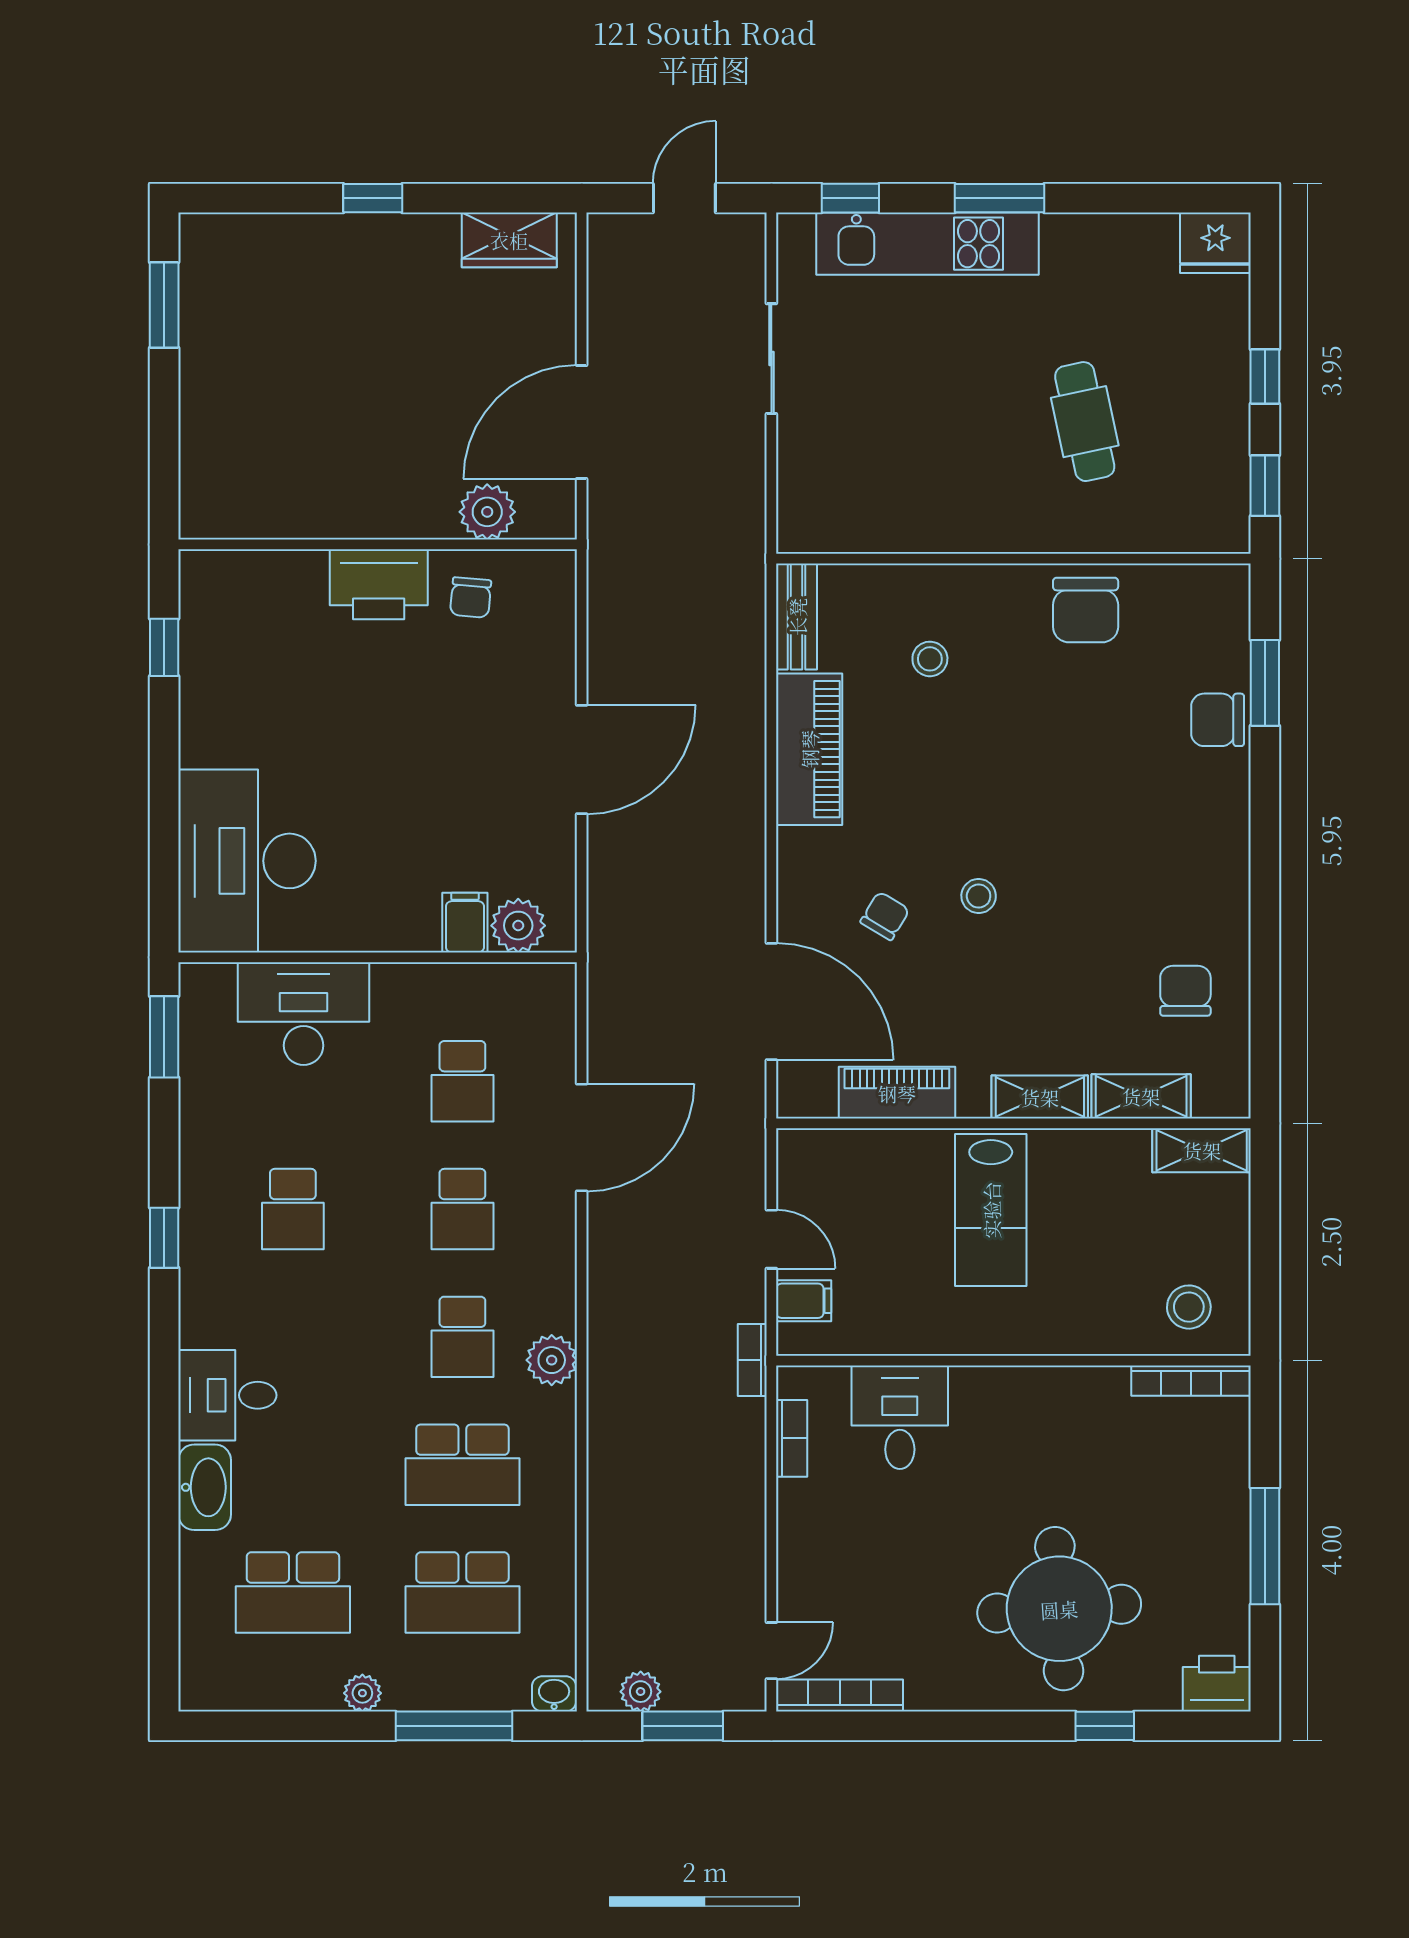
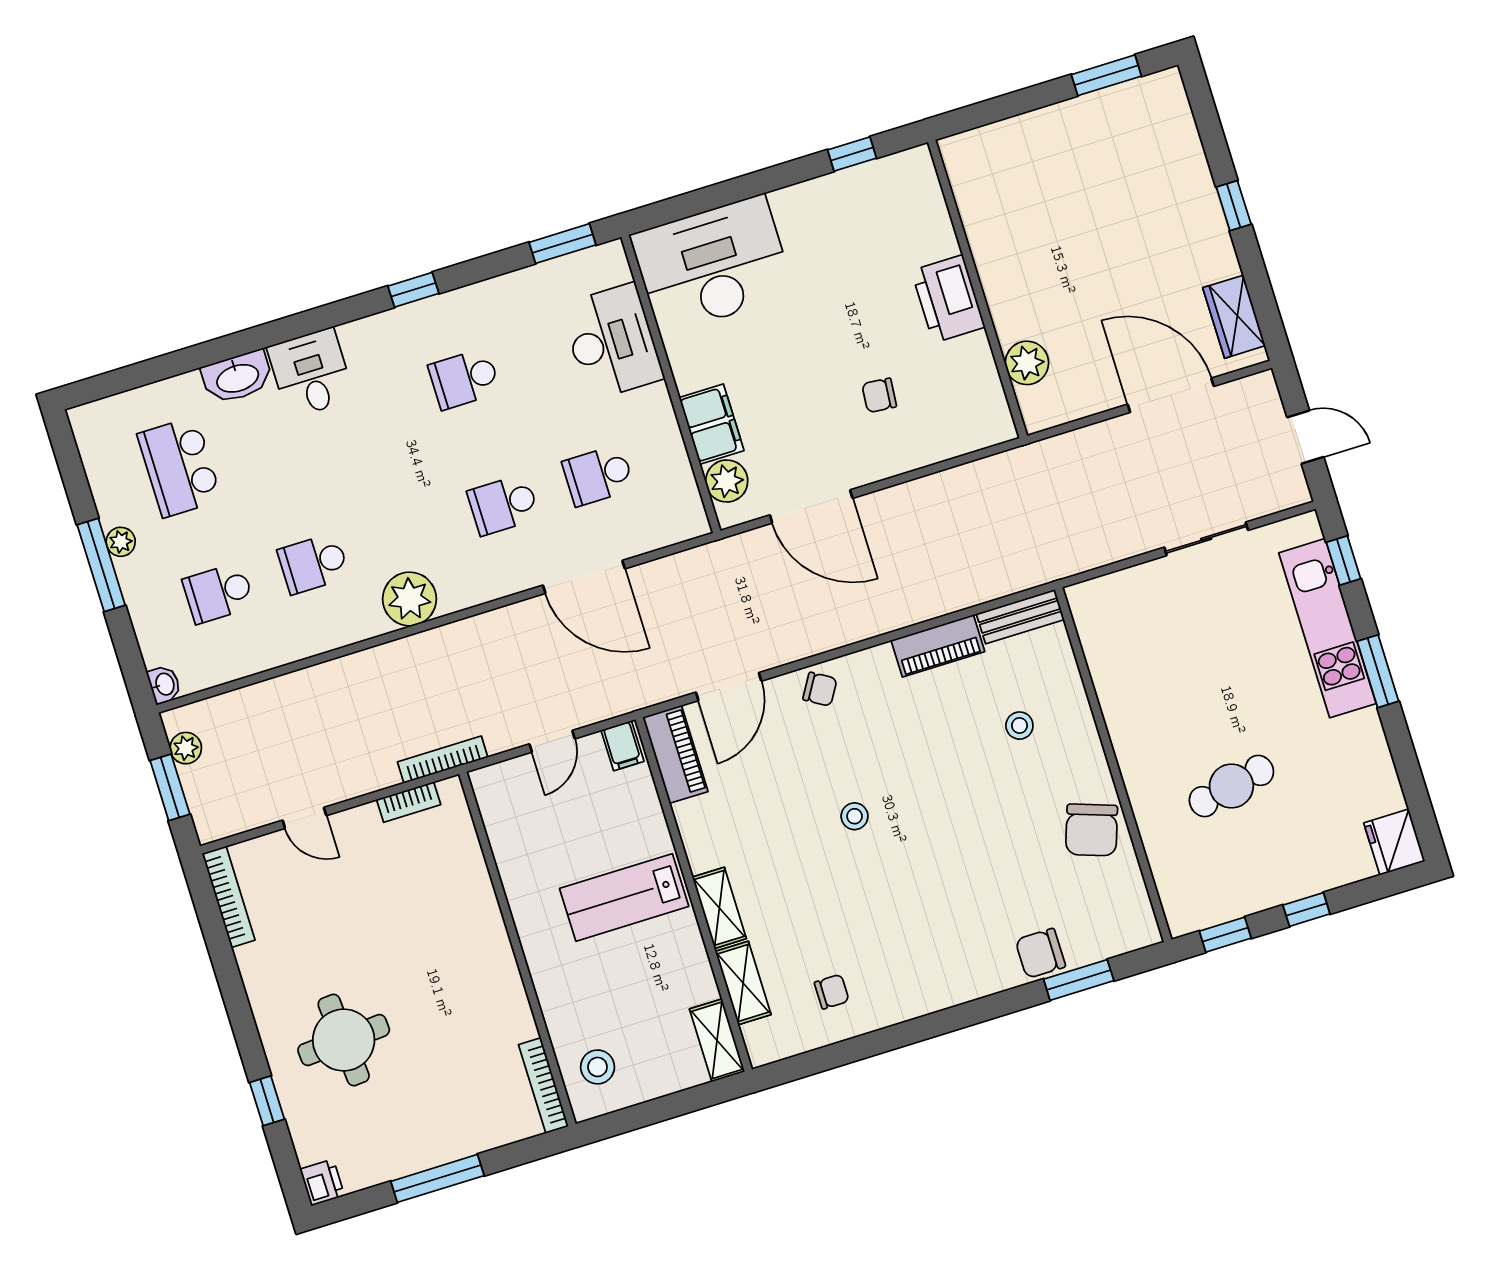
door: (582, 422) -> (1171, 395), moved
chair: (471, 598) -> (879, 395), moved
chair: (1086, 610) -> (1092, 830), turned -71
chair: (1218, 720) -> (1040, 953), turned -90
piano: (809, 749) -> (938, 646), width x0.73, depth x0.75
door: (582, 760) -> (811, 507), moved
chair: (885, 916) -> (820, 689), moved
filing cabinet: (465, 923) -> (712, 424), width x2.00
chair: (1185, 991) -> (832, 992), width x0.73, depth x0.73
door: (771, 1001) -> (729, 687), width x0.73
piano: (897, 1093) -> (675, 754), moved
filing cabinet: (804, 1301) -> (622, 746), moved
school desk: (462, 1337) -> (408, 534), removed
plant: (552, 1360) -> (409, 599), width x1.36, depth x1.36
bookcase: (752, 1360) -> (443, 760), width x1.56
desk: (900, 1417) -> (449, 878), removed
school desk: (462, 1465) -> (313, 564), width x0.54
school desk: (462, 1592) -> (218, 593), width x0.54
round table: (1059, 1609) -> (344, 1040), width x0.73, depth x0.73
door: (771, 1651) -> (304, 818), moved
printer: (1217, 1684) -> (322, 1182), width x0.73, depth x0.81
window: (454, 1726) -> (101, 565), moved

